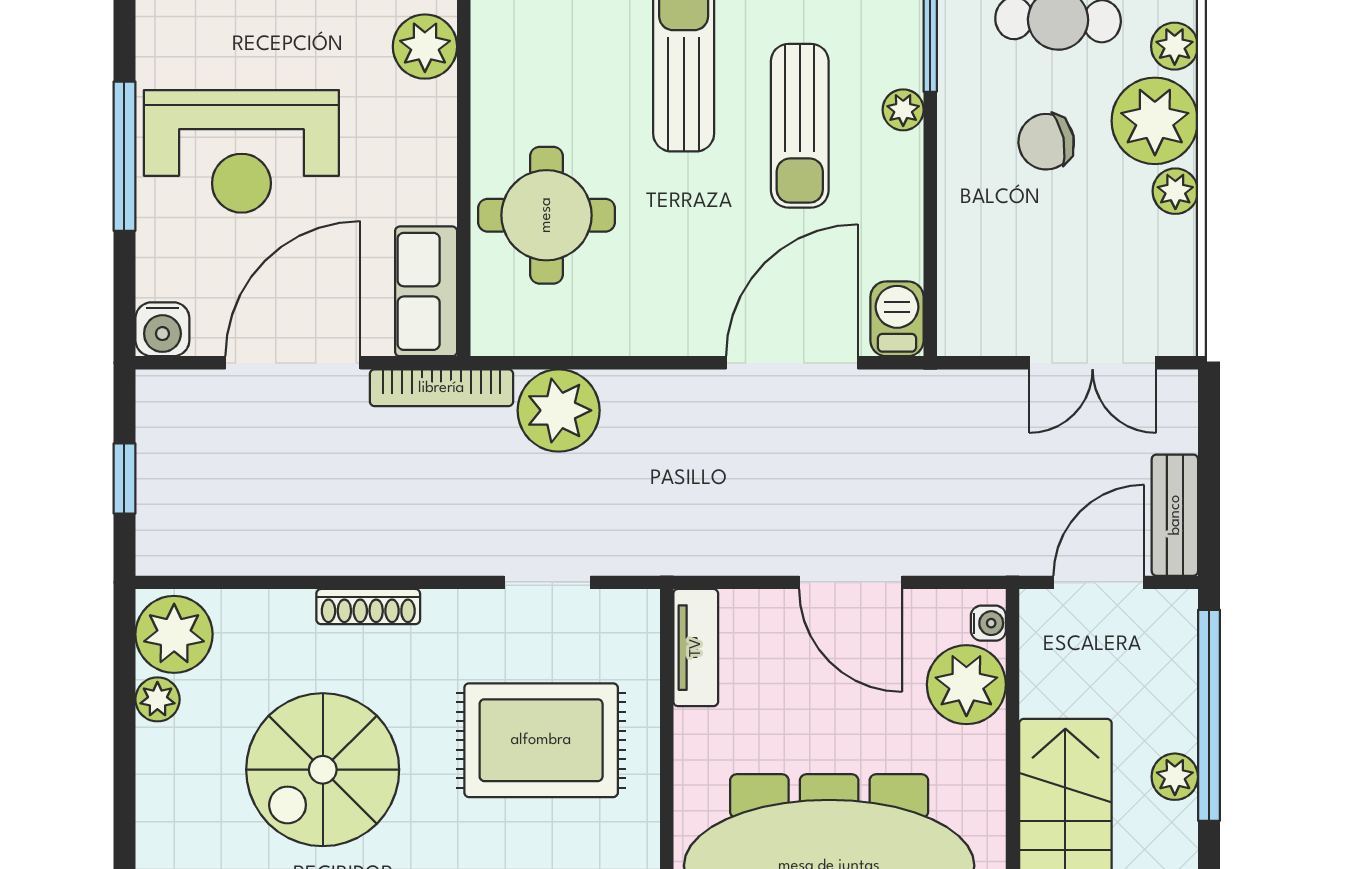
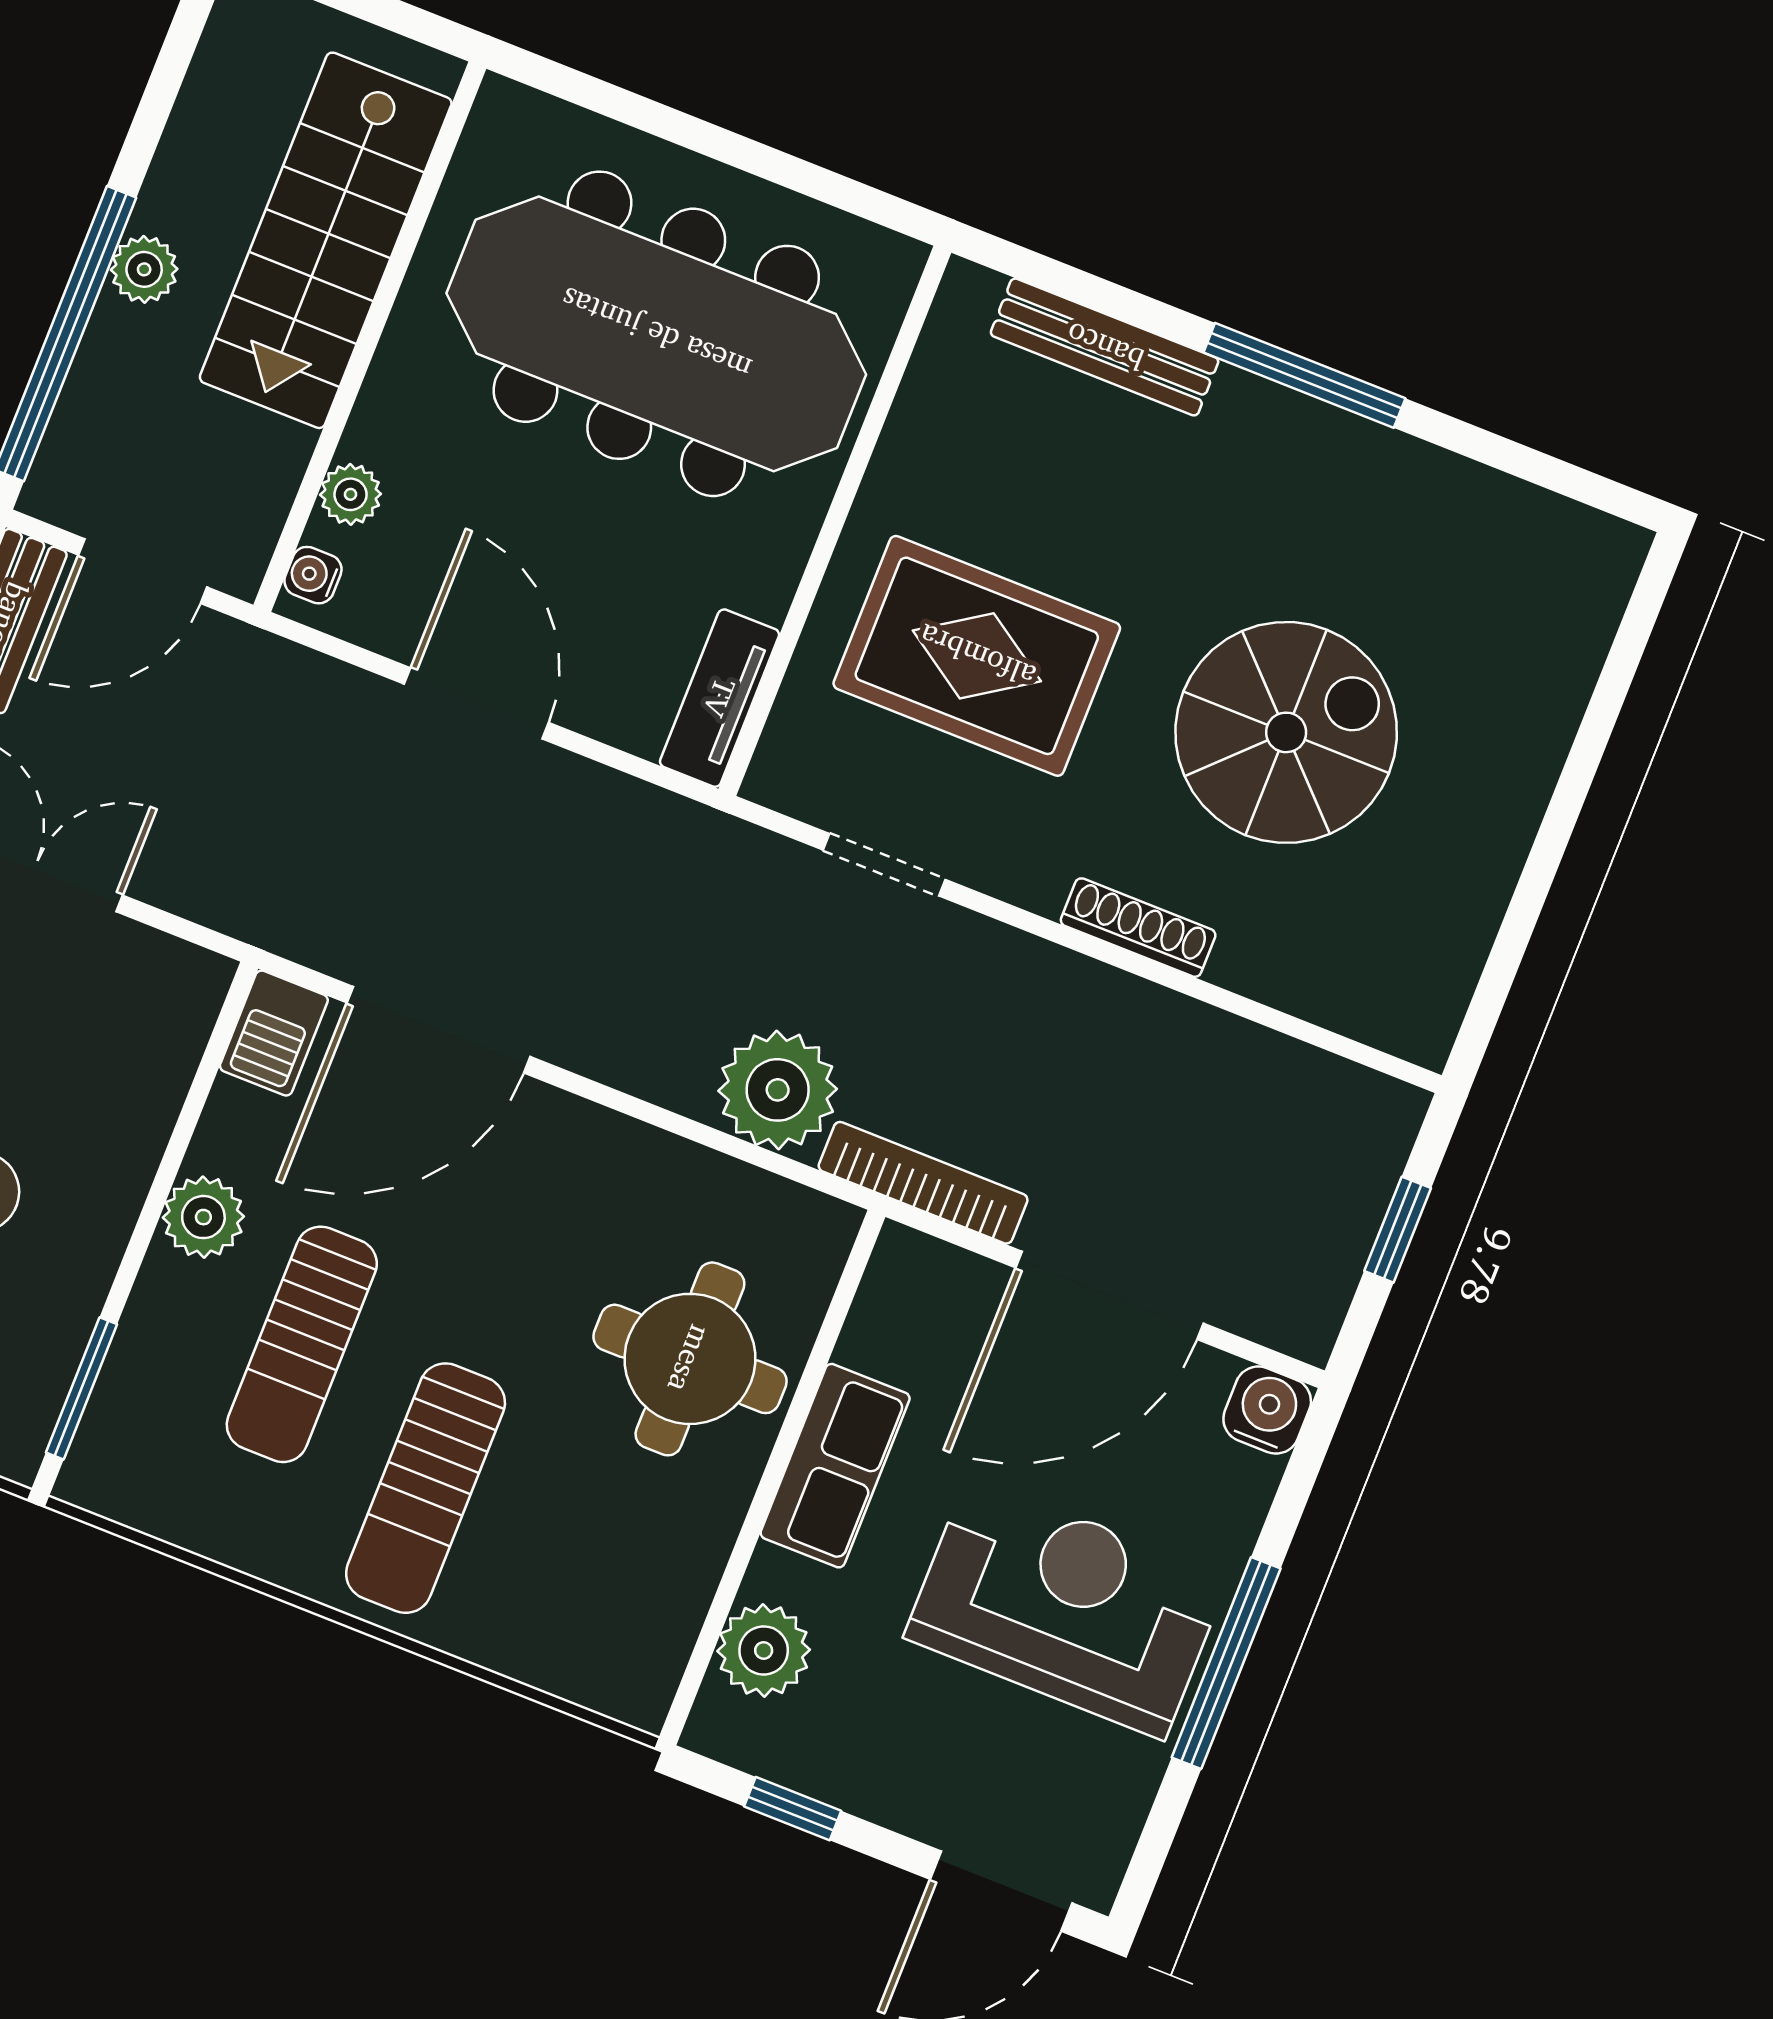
plant: (903, 110) -> (203, 1217), moved, width x1.38, depth x1.38
sun lounger: (800, 126) -> (302, 1344), turned 180
row of seats: (426, 291) -> (835, 1466), moved
plant: (174, 634) -> (1414, 994), removed
plant: (966, 685) -> (351, 494), width x0.53, depth x0.53
plant: (157, 699) -> (1471, 915), removed

